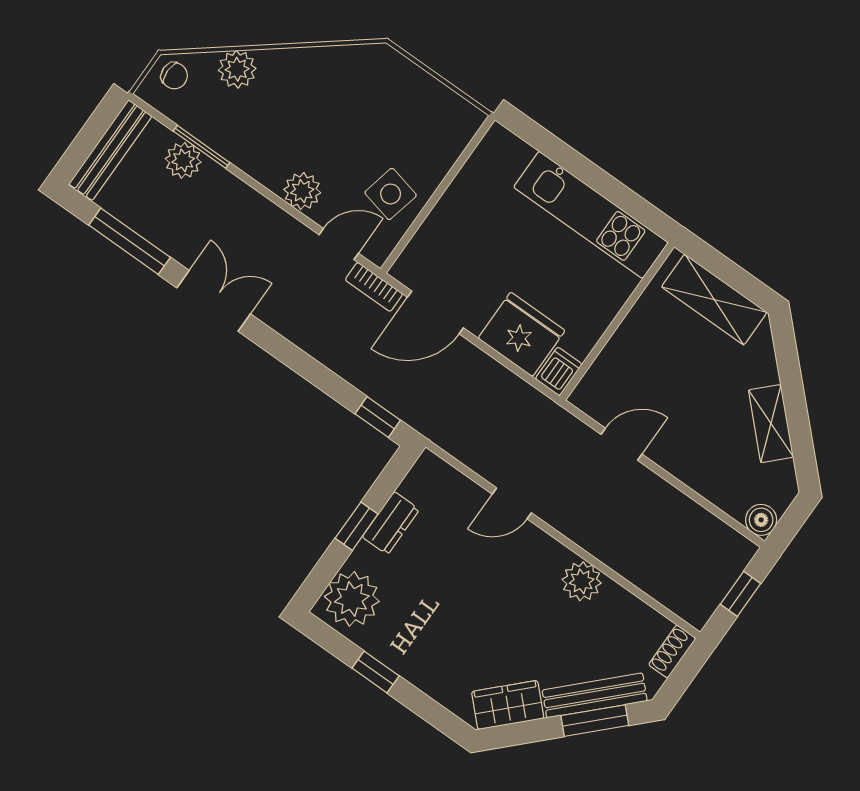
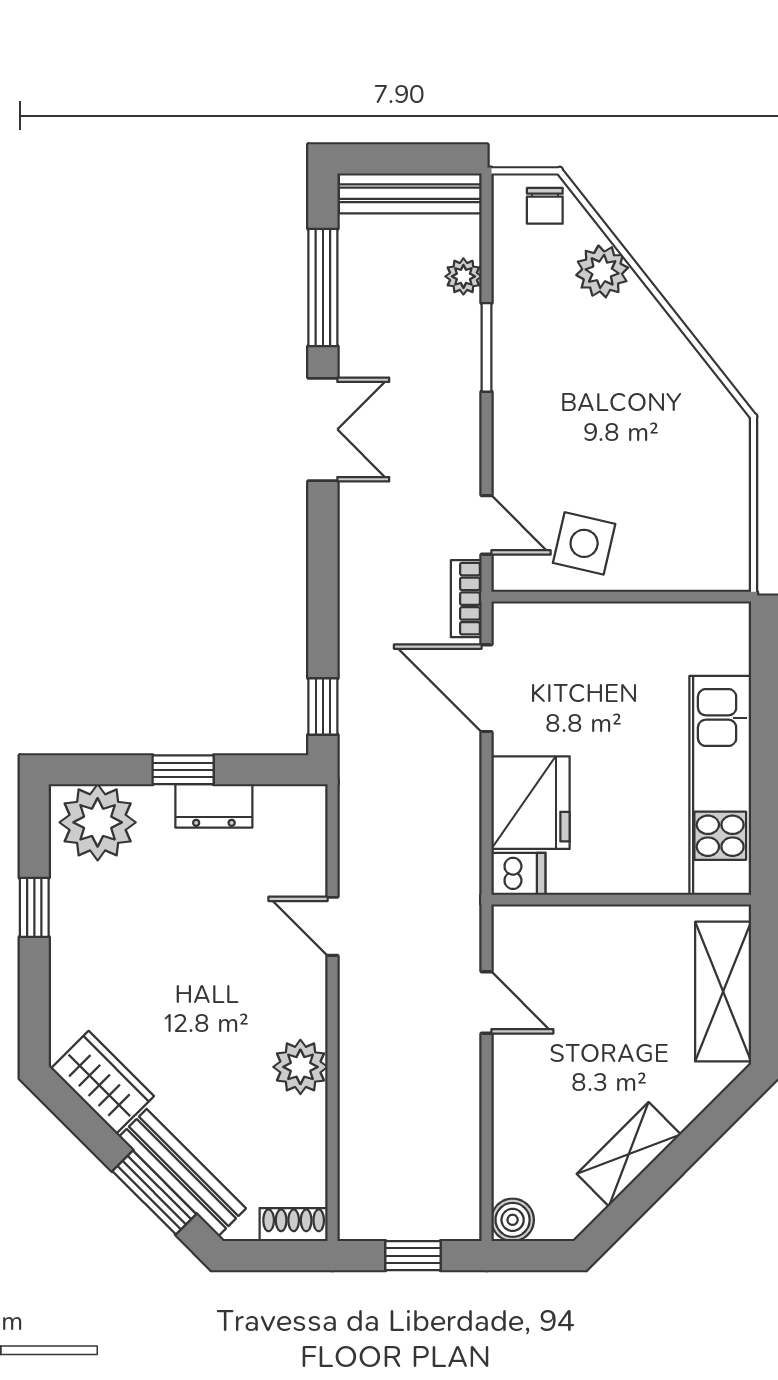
window: (201, 147) -> (486, 347), moved
plant: (183, 160) -> (463, 276), width x0.73, depth x0.73
plant: (302, 191) -> (517, 442), removed

